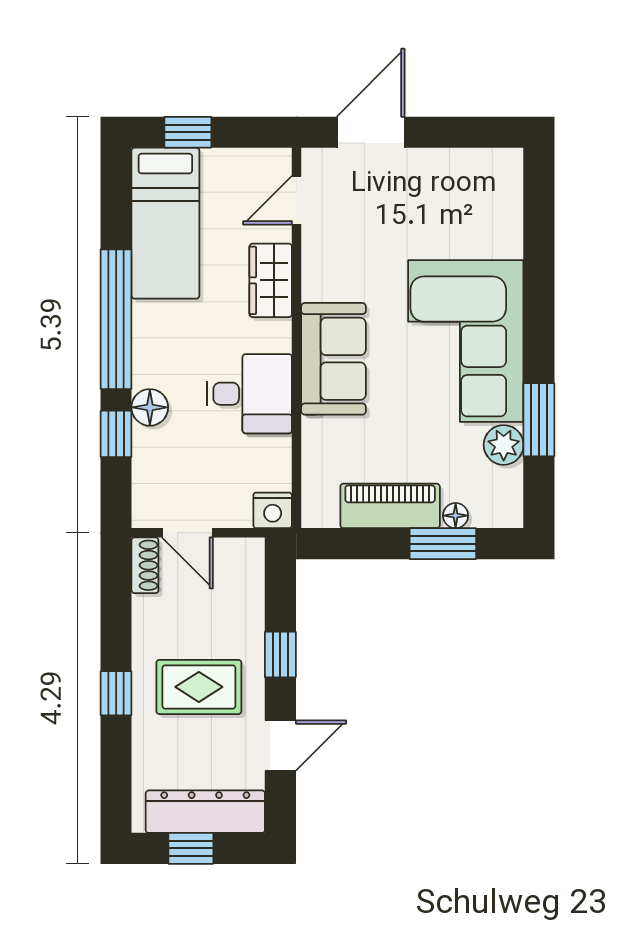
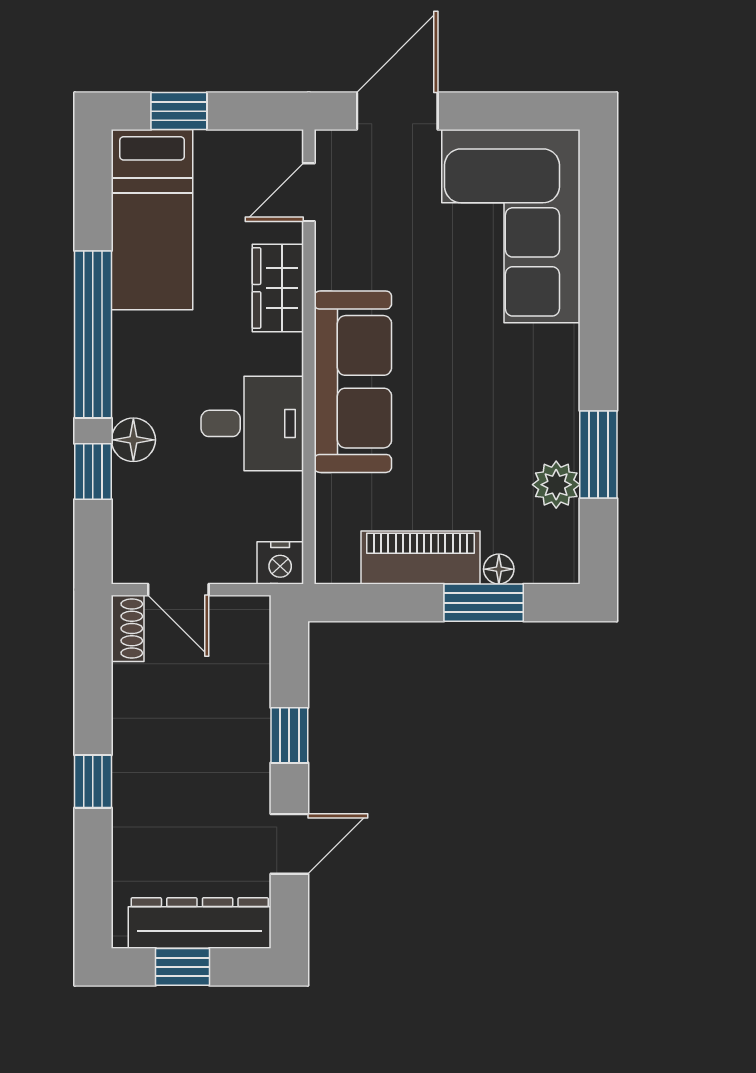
corner sofa: (466, 341) -> (511, 226), moved
sofa: (334, 359) -> (353, 382), width x1.36
rug: (199, 687) -> (192, 774), removed

